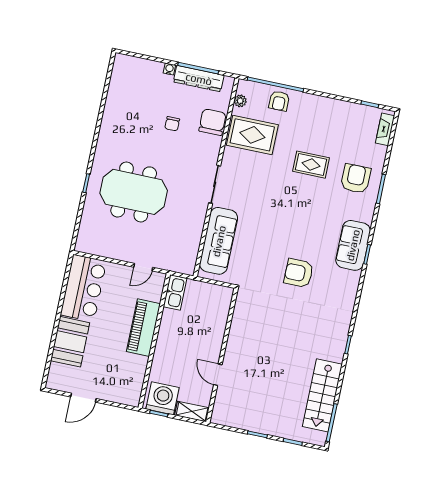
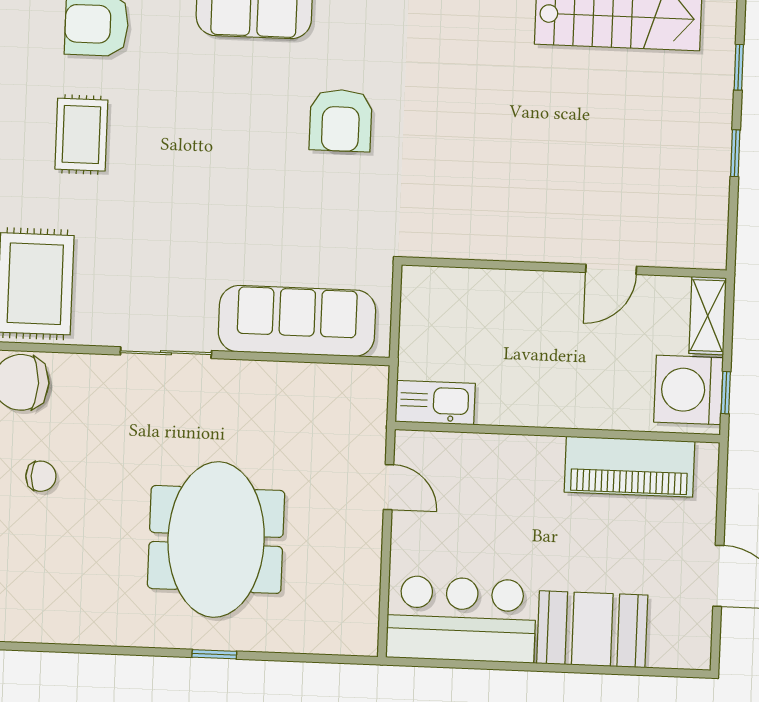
piano: (143, 328) -> (629, 467), moved

